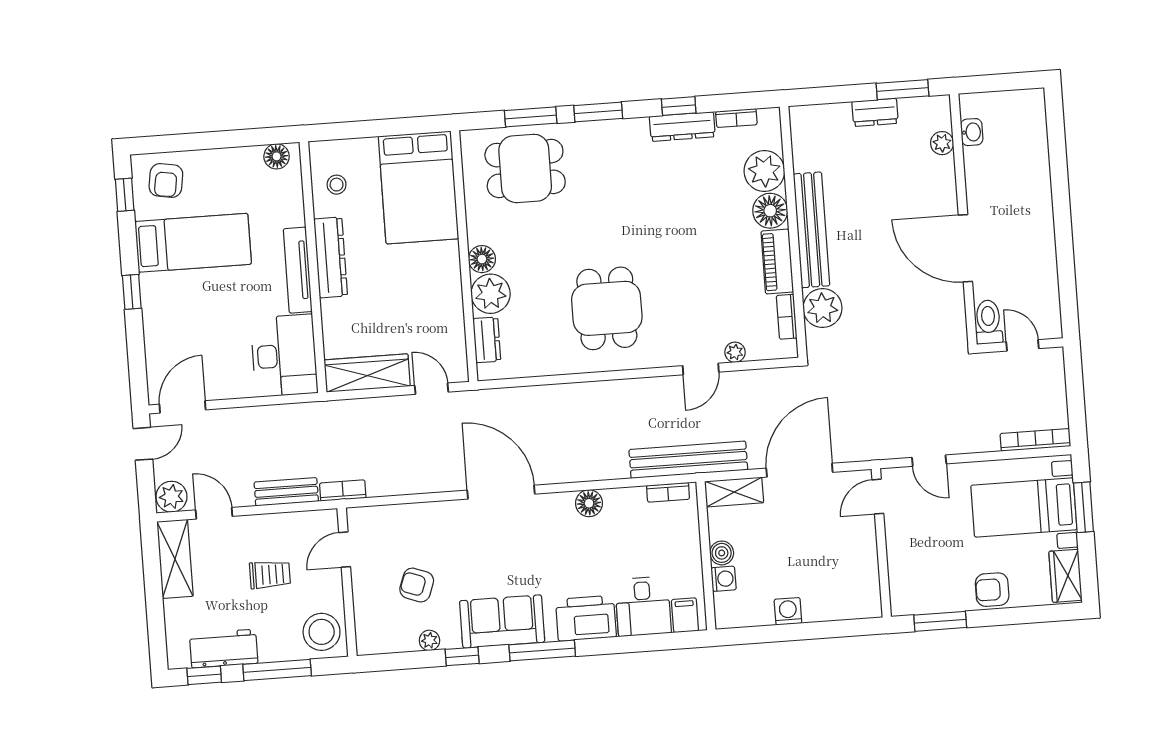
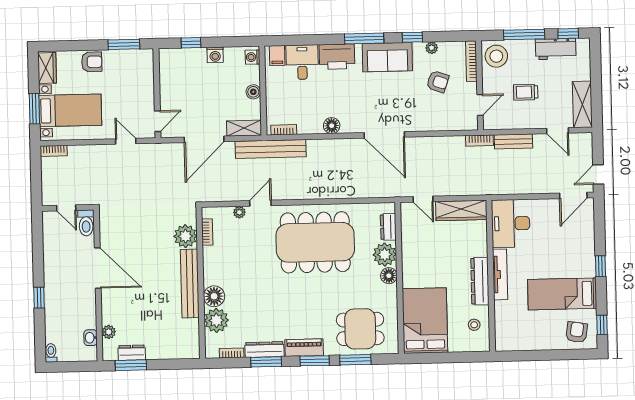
toilet: (1036, 104) -> (51, 353), added
window: (679, 106) -> (266, 362), width x1.50
dresser: (875, 112) -> (132, 353), moved
floor lamp: (277, 156) -> (509, 343), removed
window: (1061, 194) -> (39, 298), added
piano: (777, 262) -> (304, 348), moved, turned -90
dining table: (607, 308) -> (315, 242), width x1.88, depth x1.24
bookcase: (1035, 440) -> (54, 151), width x0.64
plant: (171, 497) -> (583, 142), removed
washing machine: (724, 579) -> (252, 57), moved
bookcase: (363, 621) -> (471, 61), added
window: (829, 629) -> (191, 43), added

